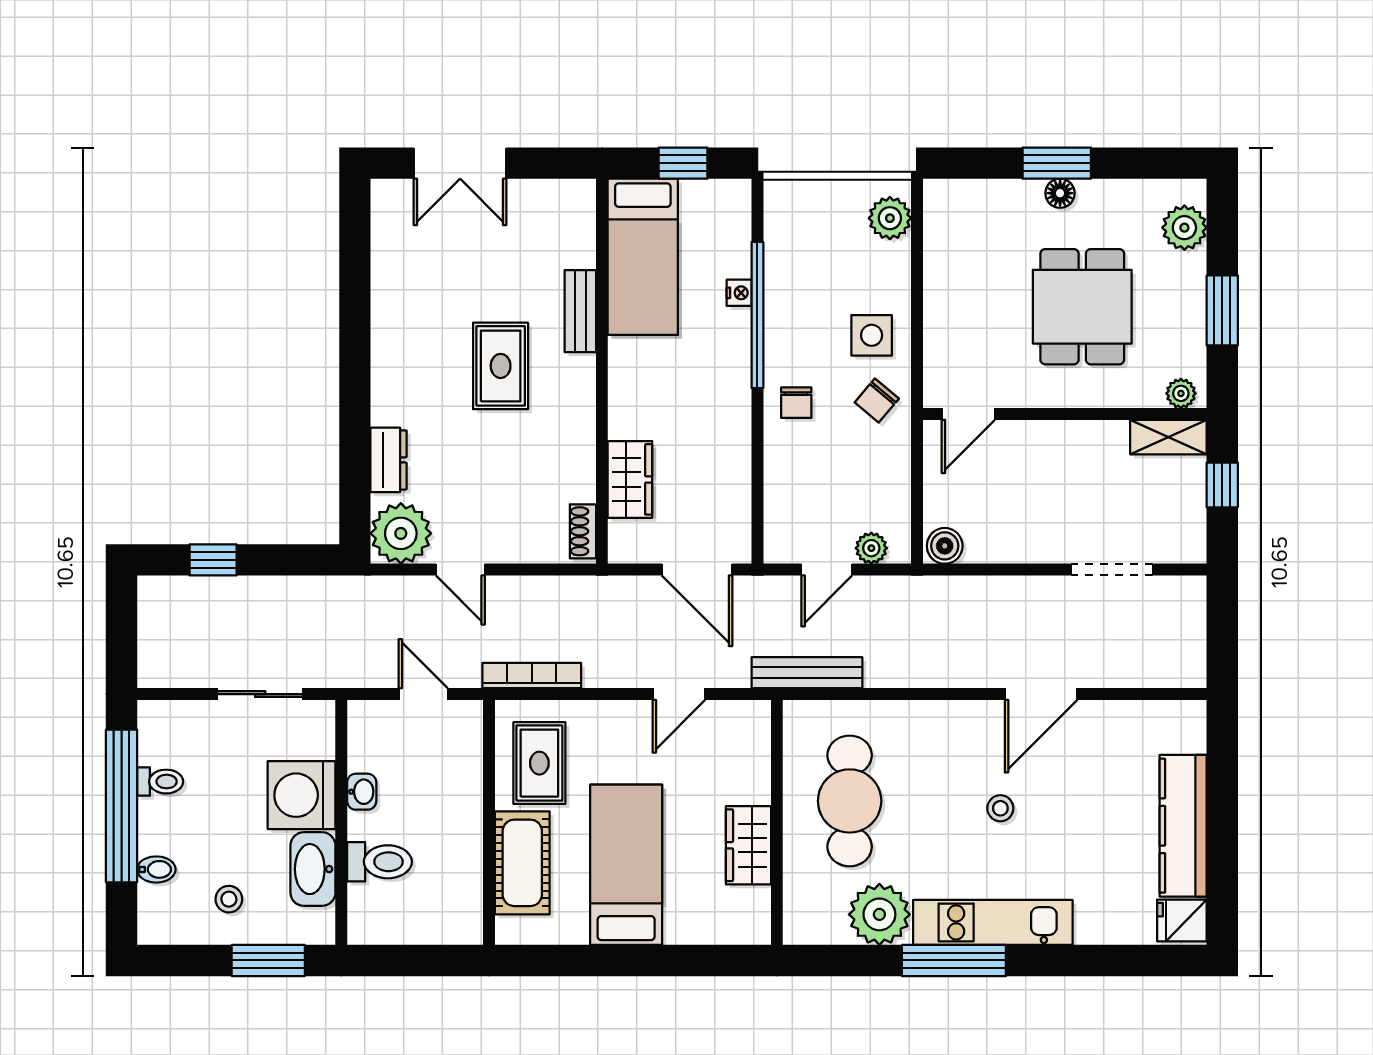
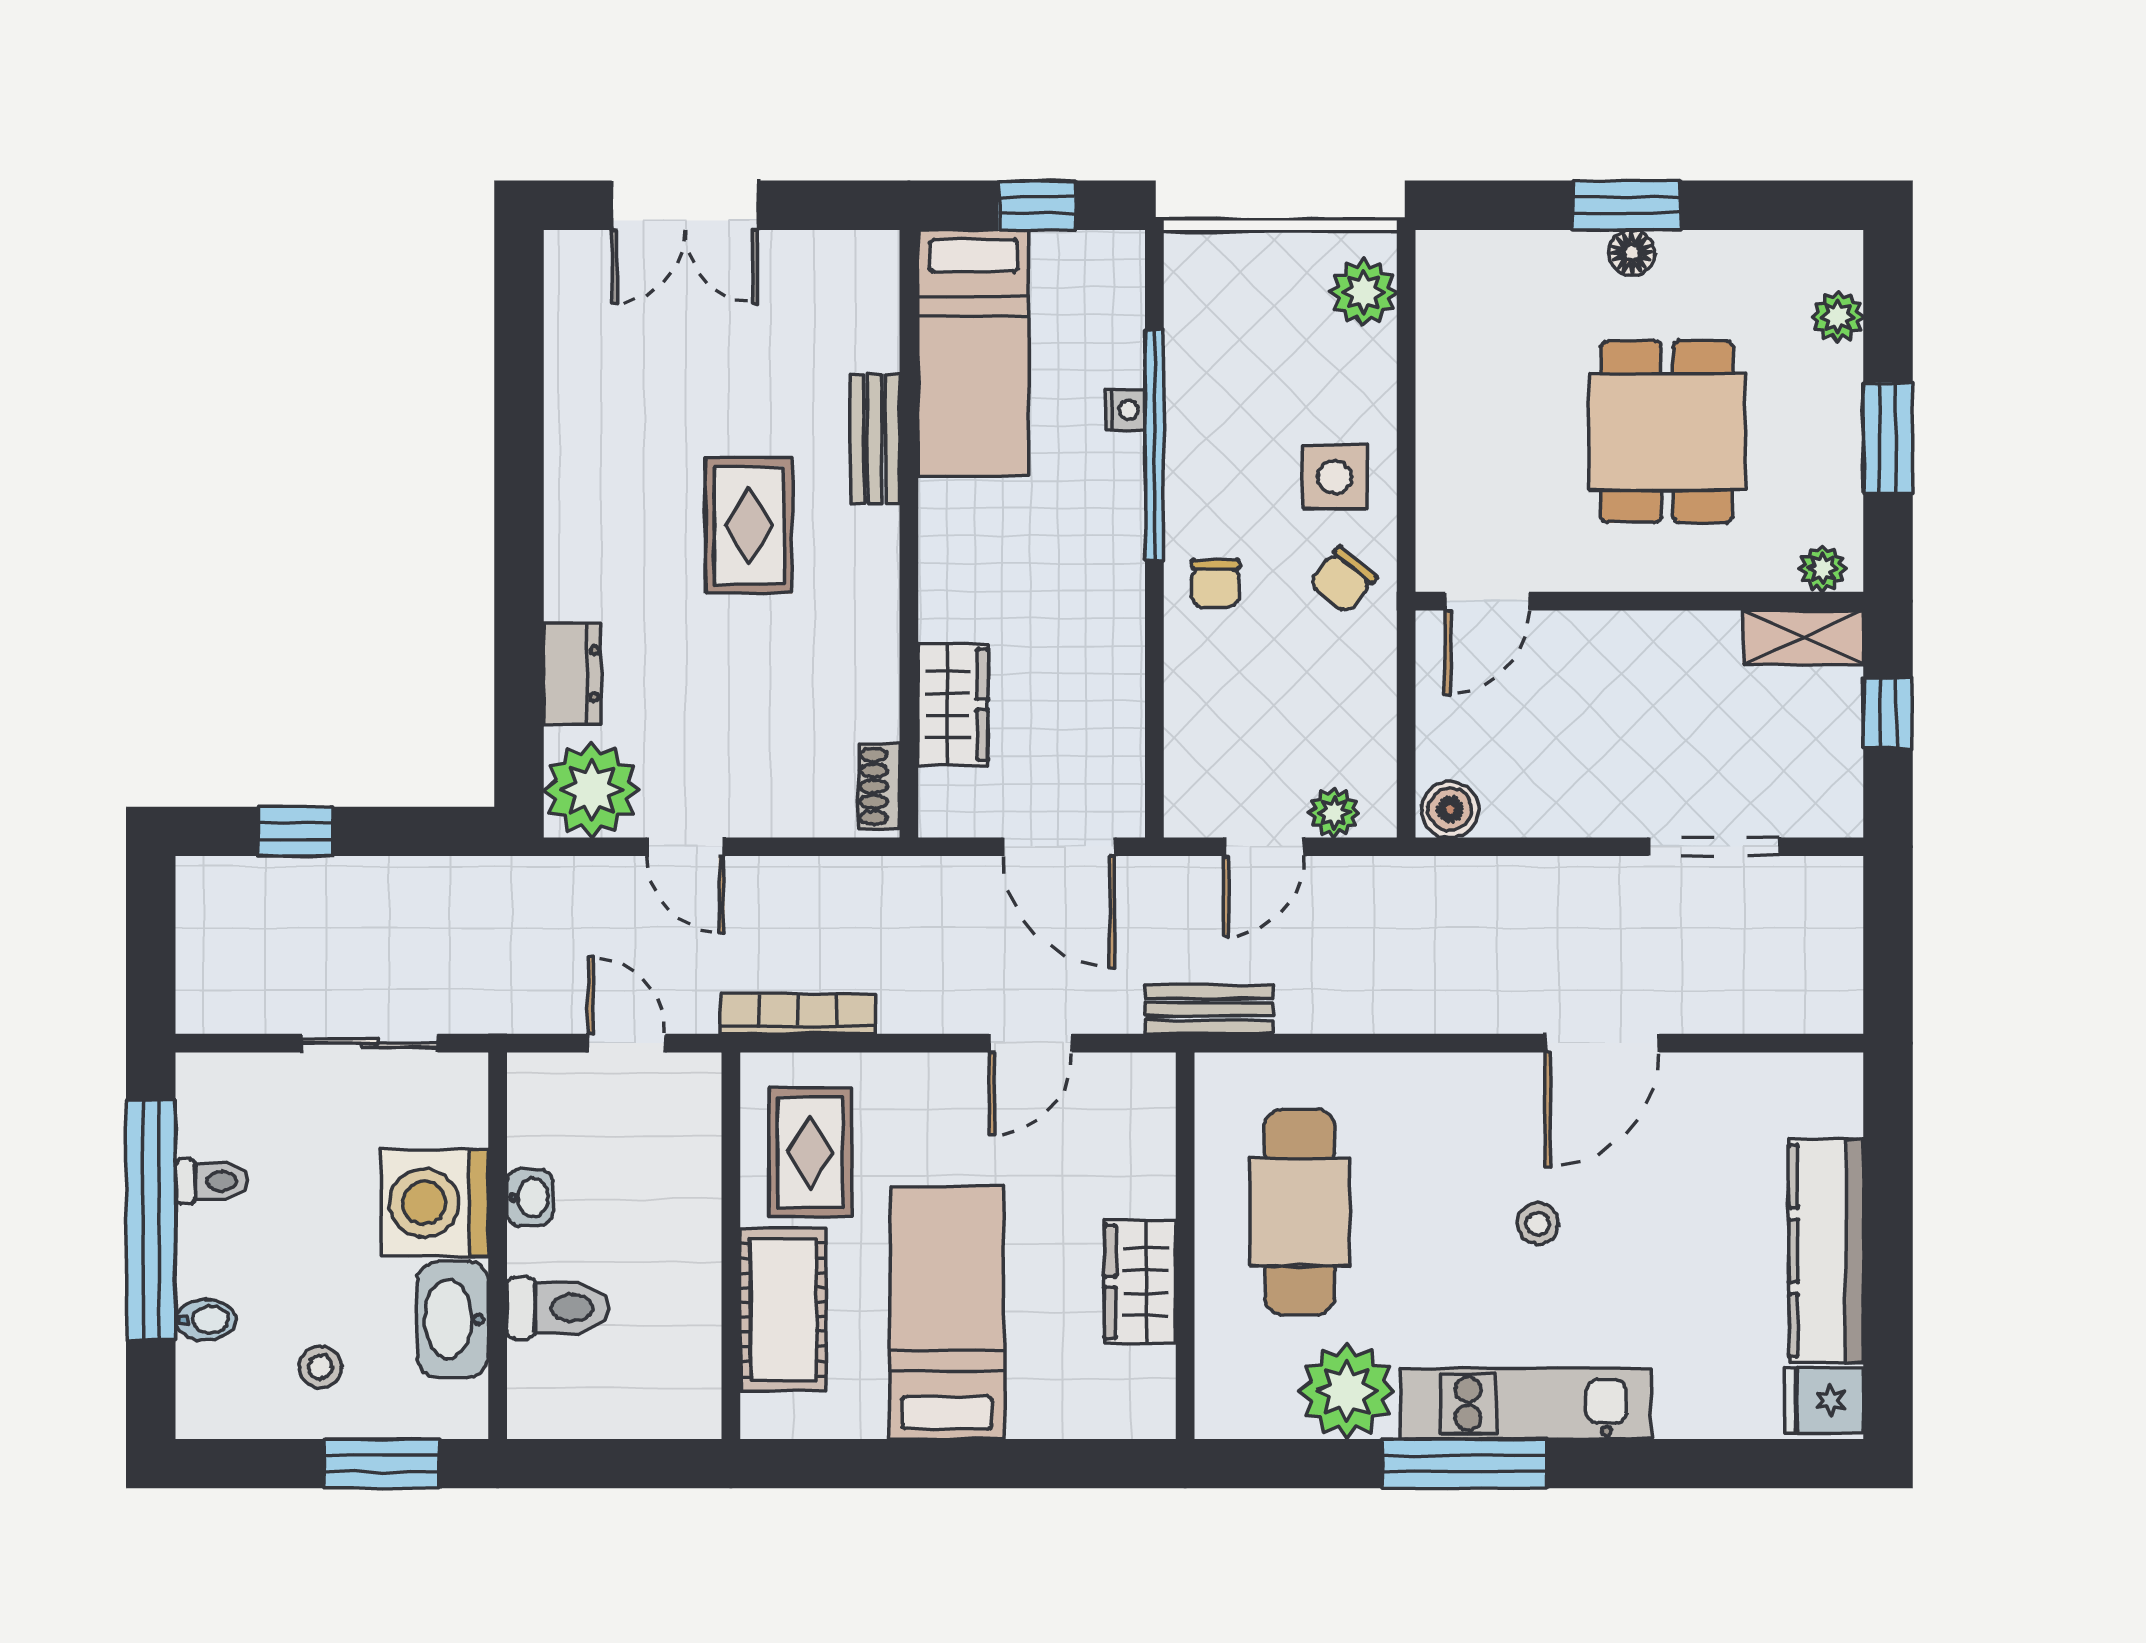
plant: (1184, 228) -> (1838, 317), width x0.73, depth x0.73
bench: (807, 673) -> (1209, 1010), width x0.73

